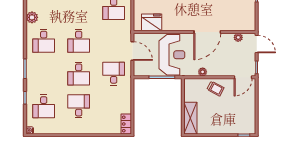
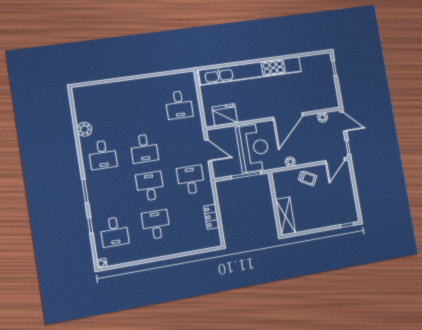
desk: (79, 74) -> (150, 186), turned 180
locker: (126, 124) -> (211, 217), moved

